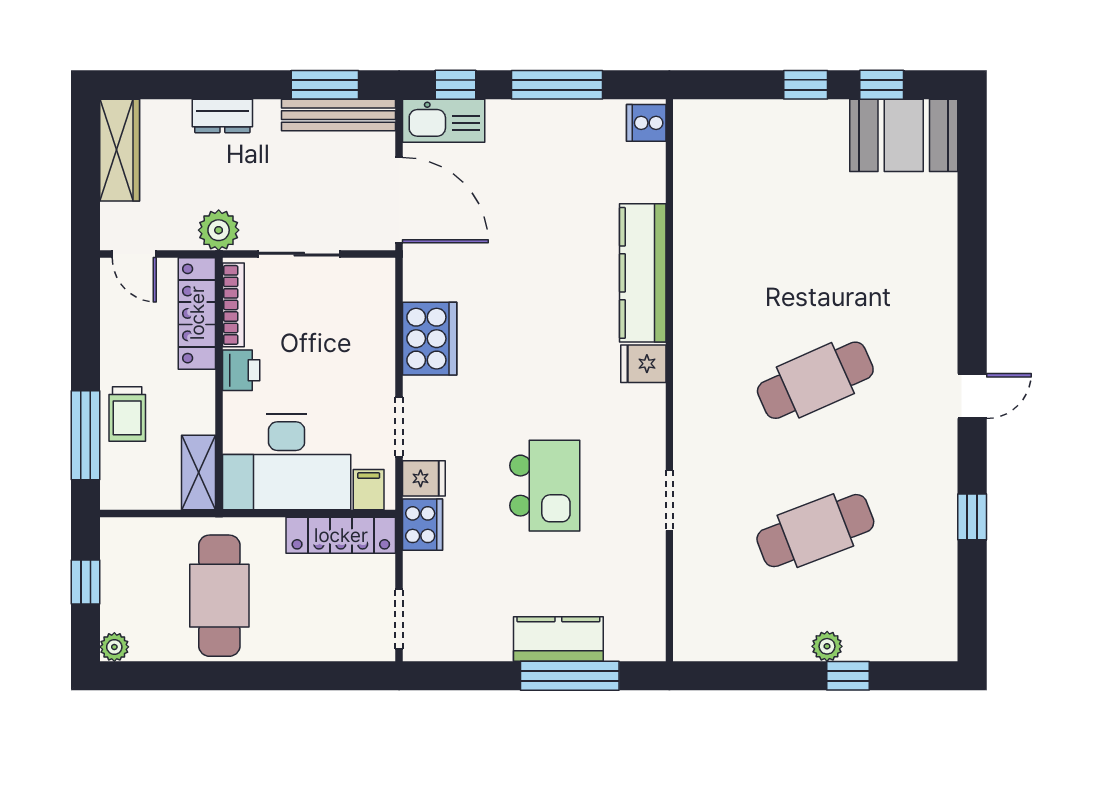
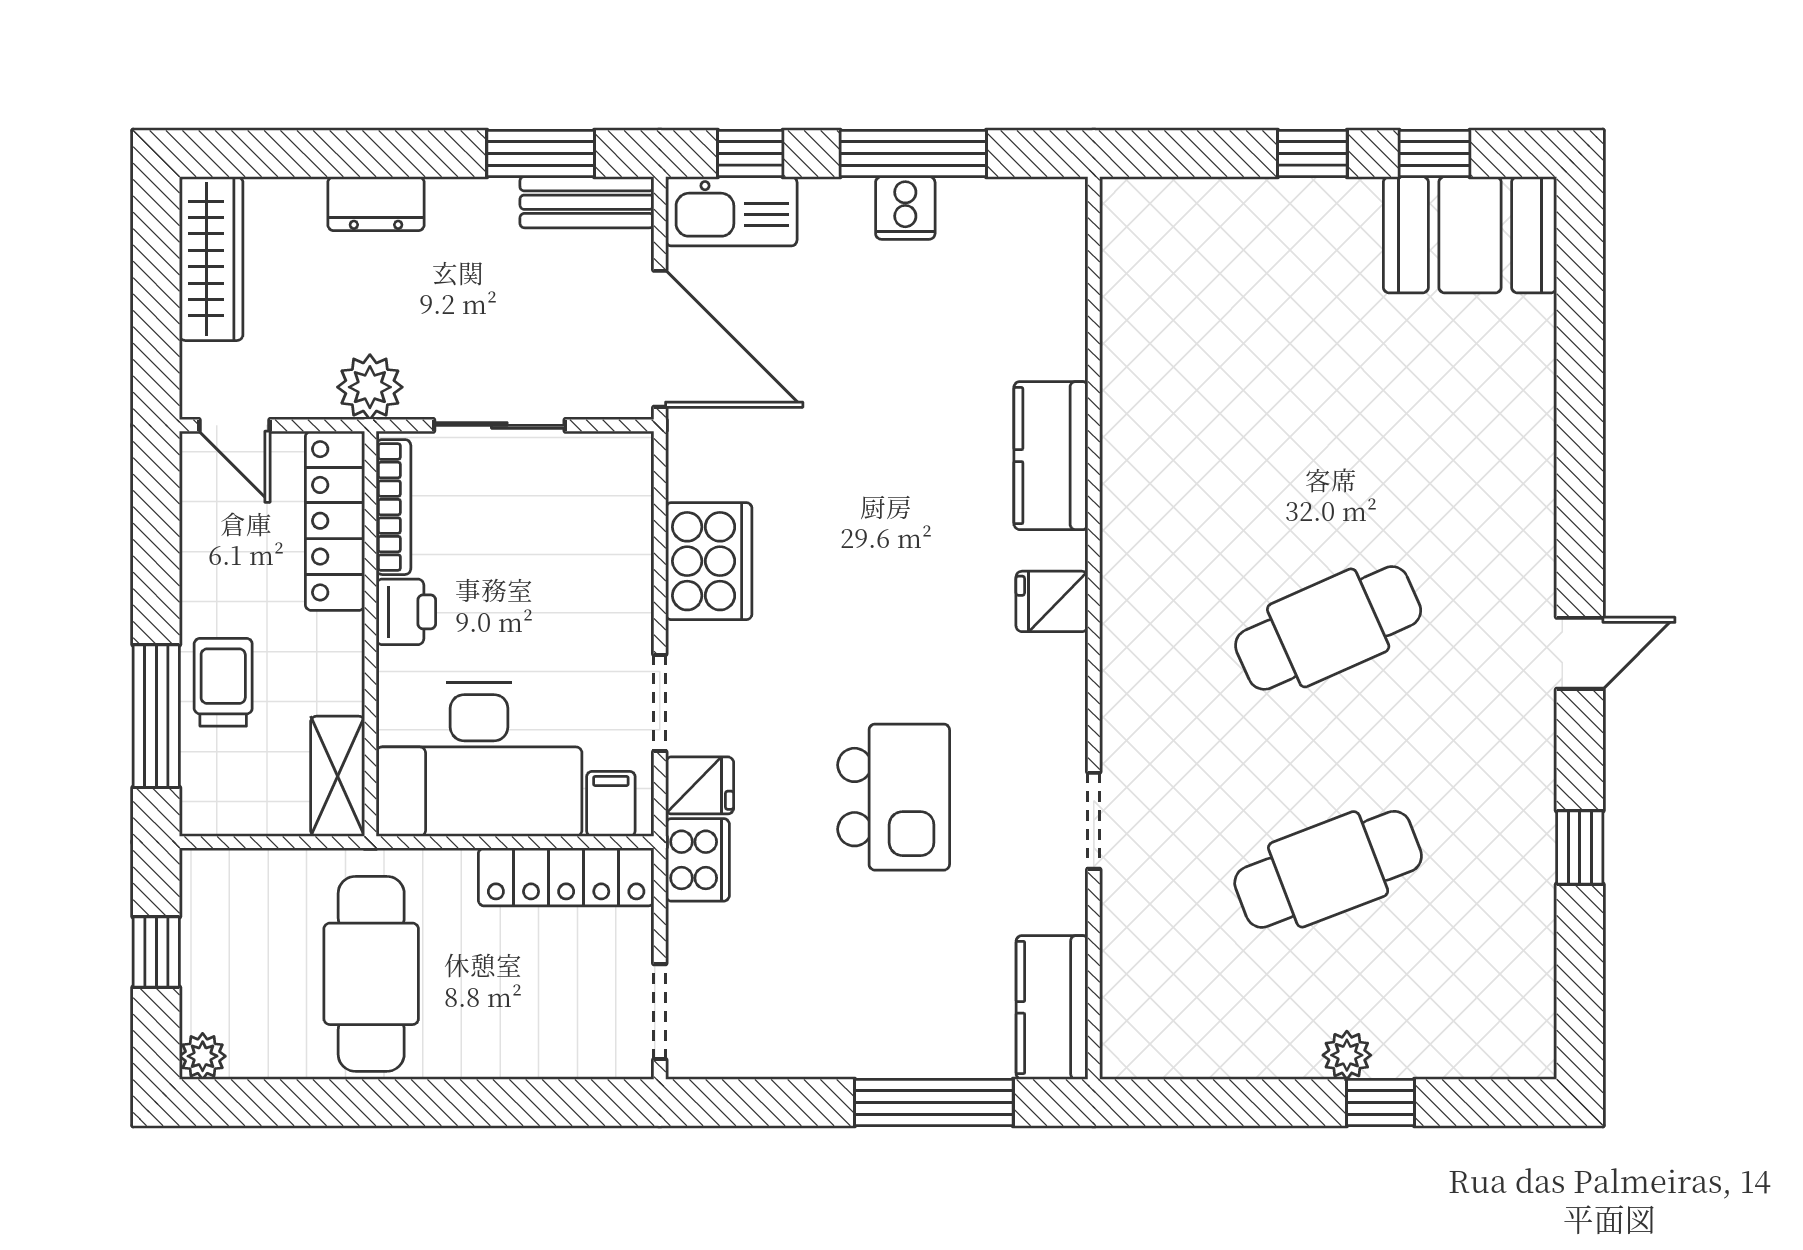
bench: (339, 115) -> (587, 202), width x0.73
cooker: (646, 123) -> (905, 208), moved, turned -90
kitchen counter: (643, 273) -> (1051, 456), width x0.67
trolley: (127, 414) -> (223, 682), turned 180
kitchen counter: (558, 639) -> (1052, 1007), moved, turned -90

